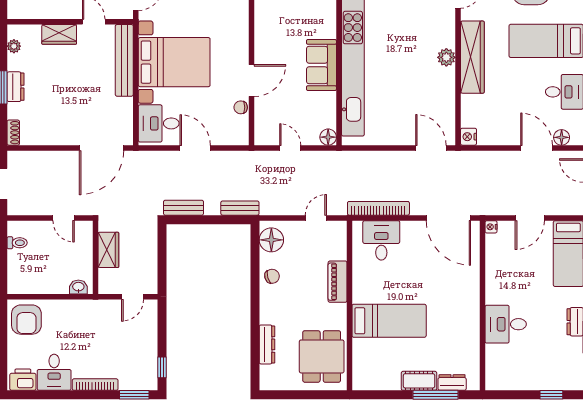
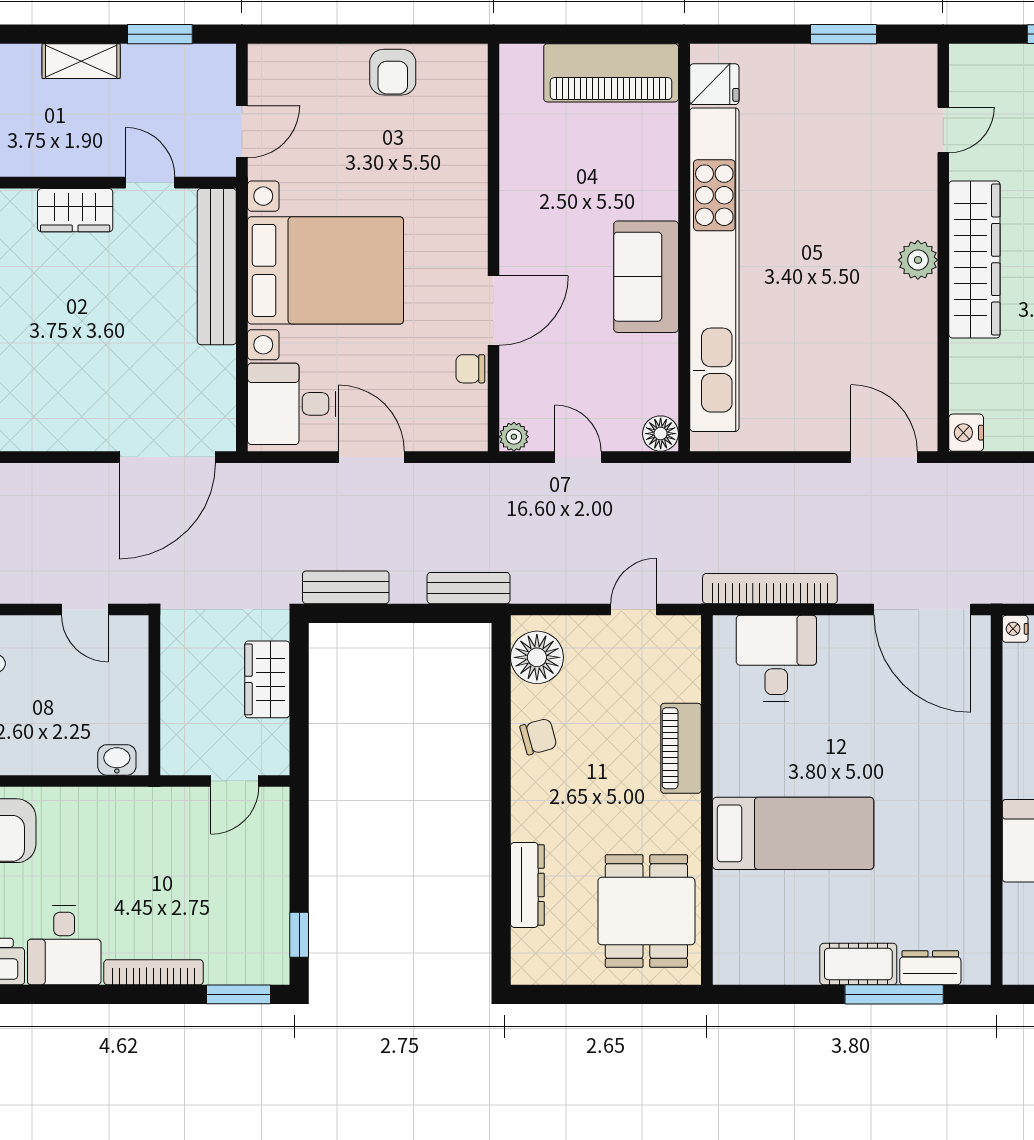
plant: (261, 139) -> (514, 437), added
wardrobe: (108, 250) -> (267, 679), moved, turned 180

